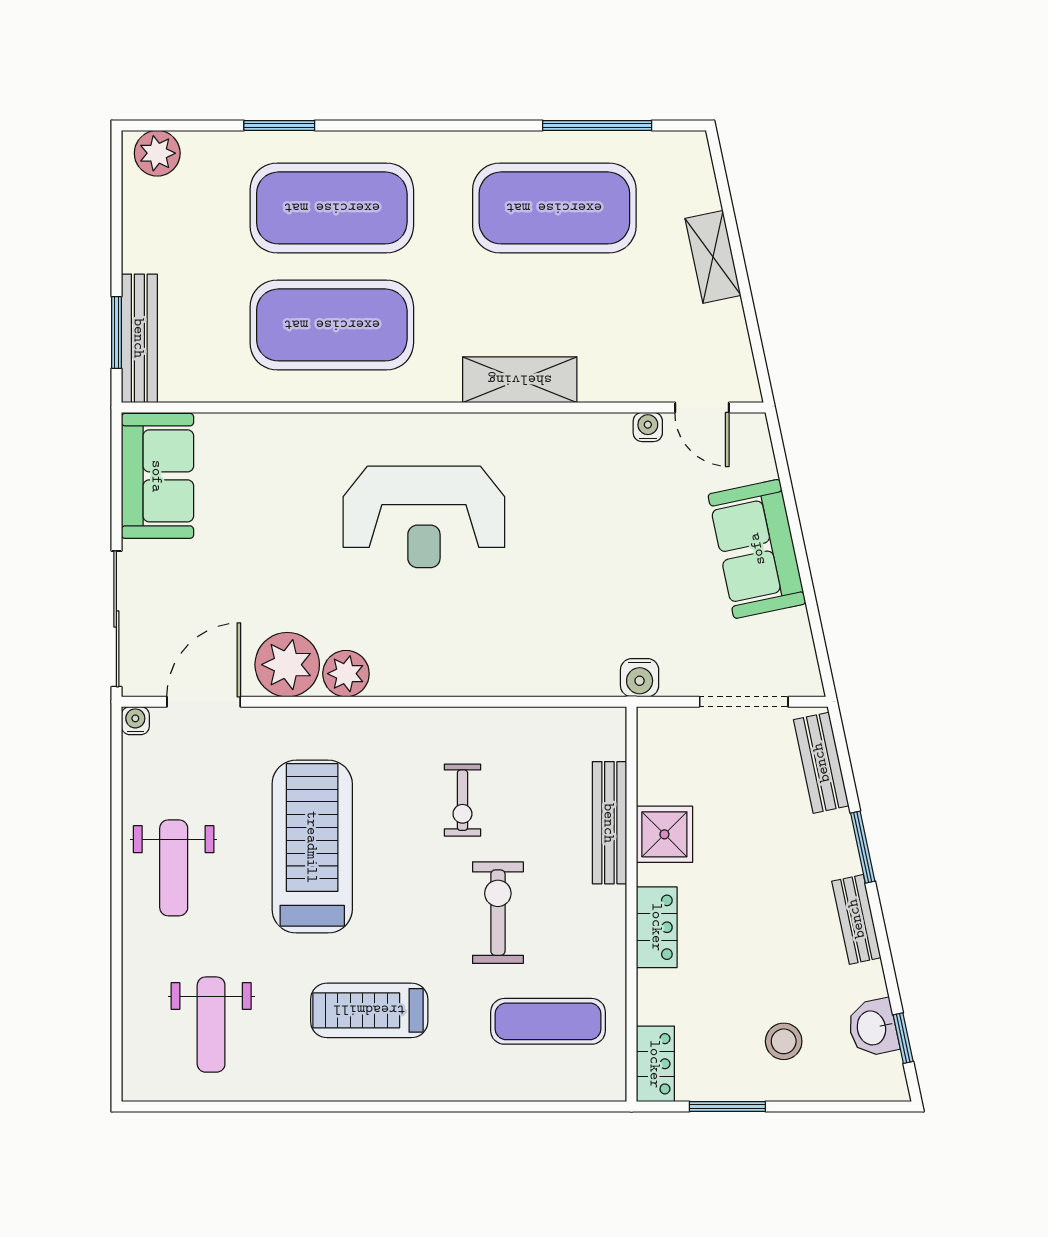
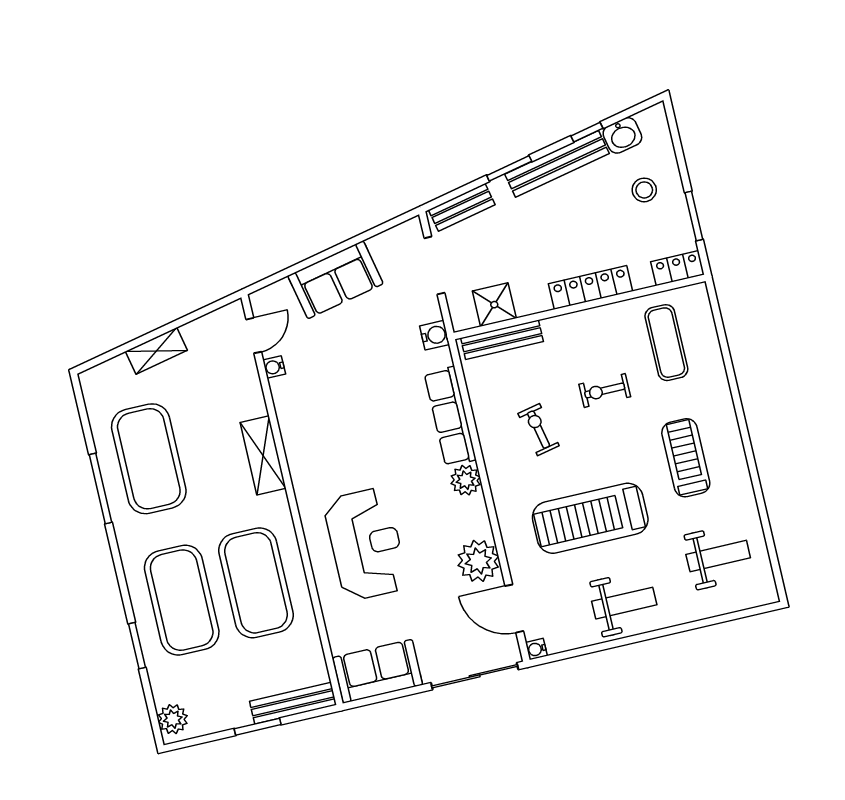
window: (597, 125) -> (100, 488), moved
window: (116, 332) -> (258, 727), moved
reception desk: (424, 517) -> (366, 544), moved
row of seats: (513, 673) -> (450, 416), added
plant: (346, 674) -> (466, 480), moved
exercise bike: (462, 800) -> (539, 430), turned -102
bench: (609, 823) -> (502, 340), moved
shower: (664, 834) -> (494, 305), moved
exercise bike: (498, 913) -> (605, 390), width x0.73, depth x0.72
bench: (856, 919) -> (557, 164), width x1.86, depth x1.21
locker: (657, 927) -> (591, 287), width x1.53
treadmill: (369, 1010) -> (686, 458), turned 180
window: (903, 1038) -> (587, 132), moved

